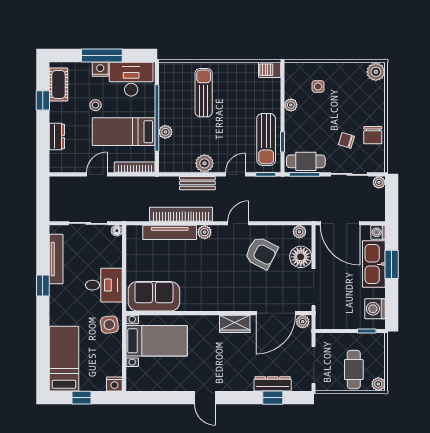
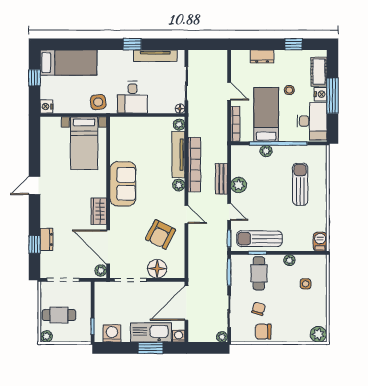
cot: (58, 84) -> (319, 72), moved, turned 90
sun lounger: (204, 93) -> (300, 184), turned -90
cafe table: (306, 161) -> (259, 273), moved
plant: (299, 232) -> (179, 125), moved
sofa: (154, 296) -> (123, 184), moved
dresser: (273, 384) -> (47, 239), width x0.70

